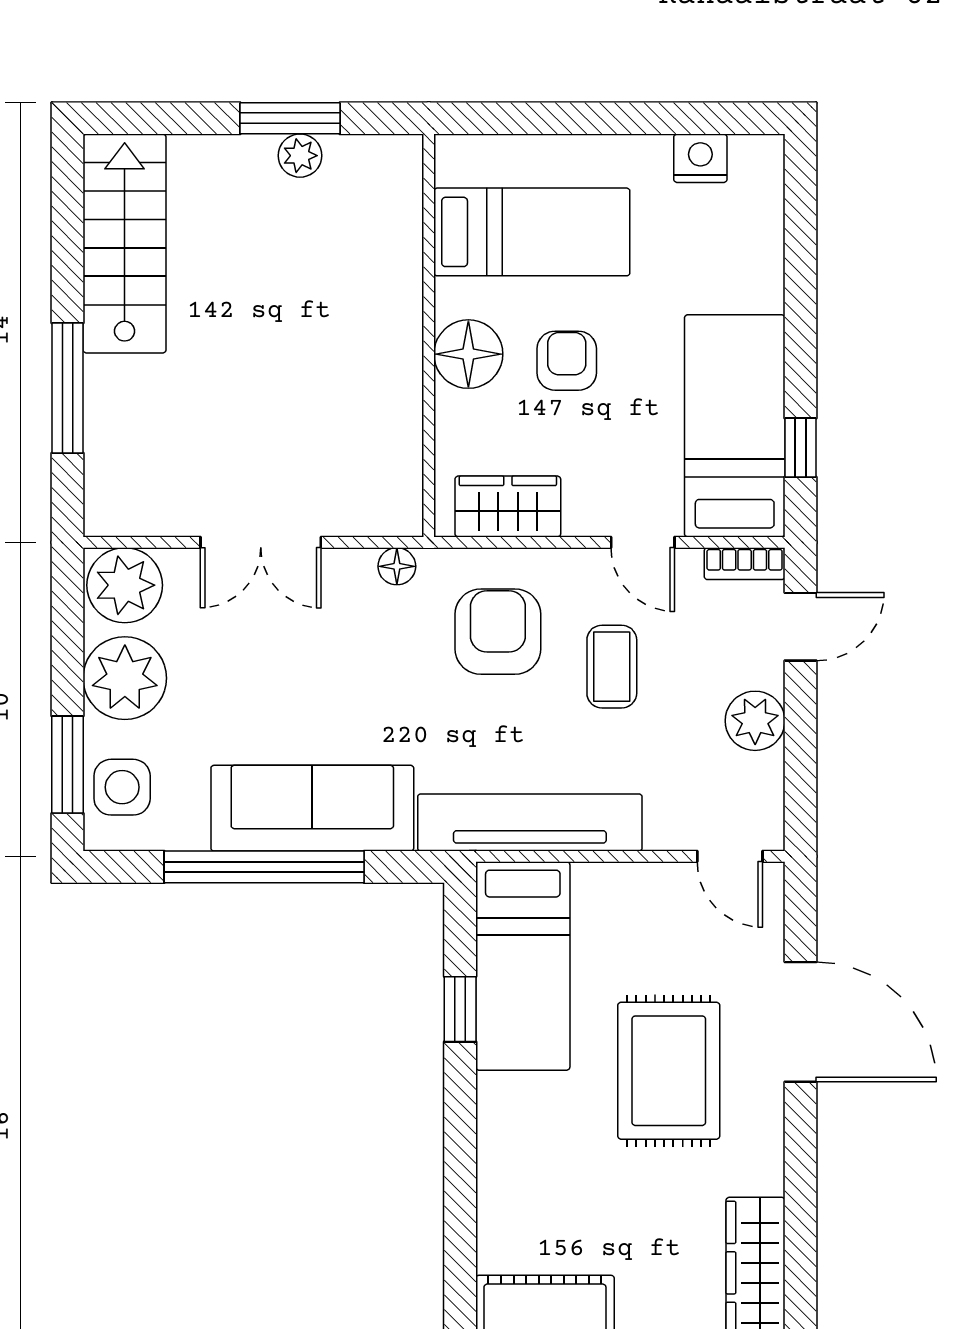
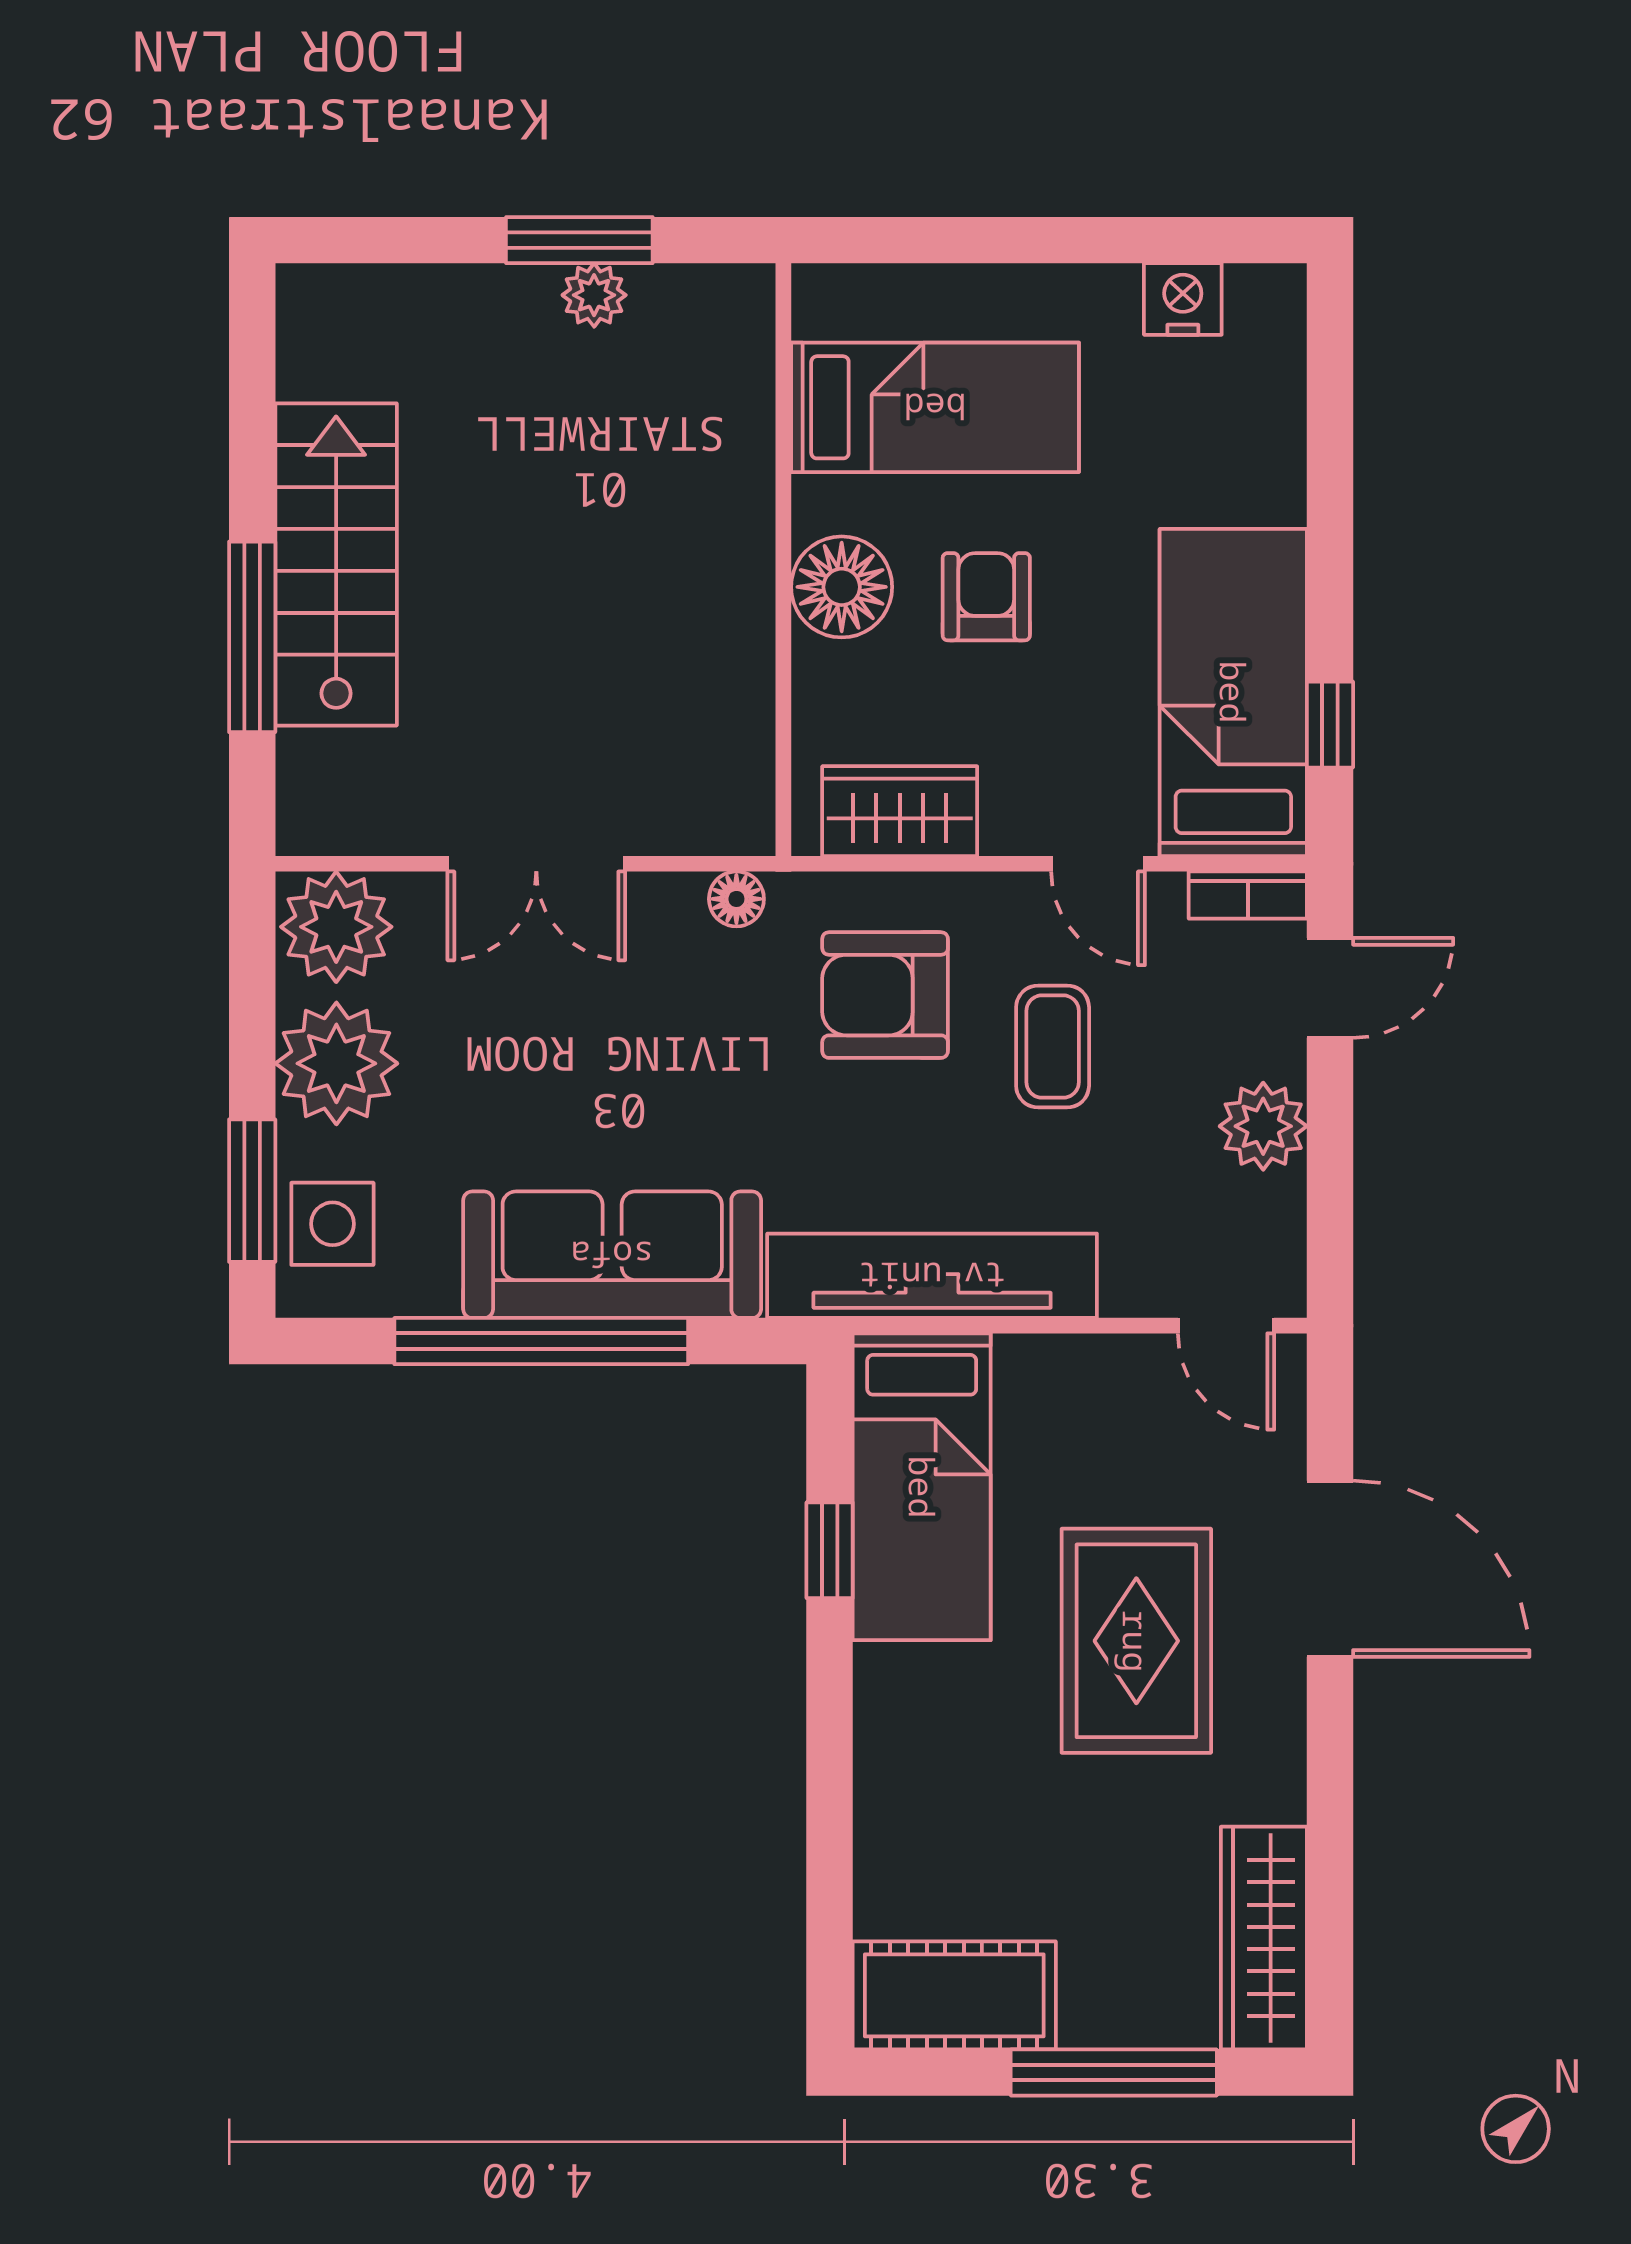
stairs: (125, 244) -> (336, 564), moved
armchair: (498, 632) -> (885, 995), turned -90

